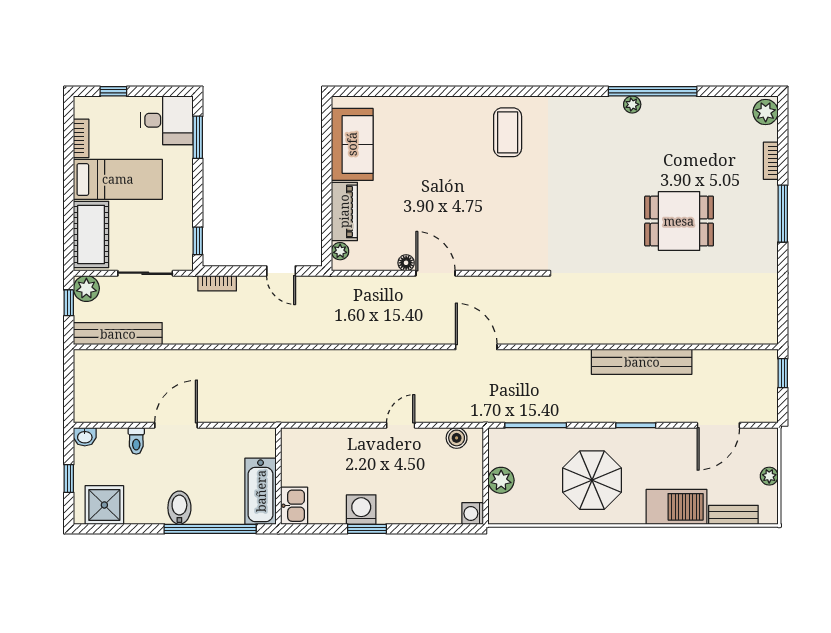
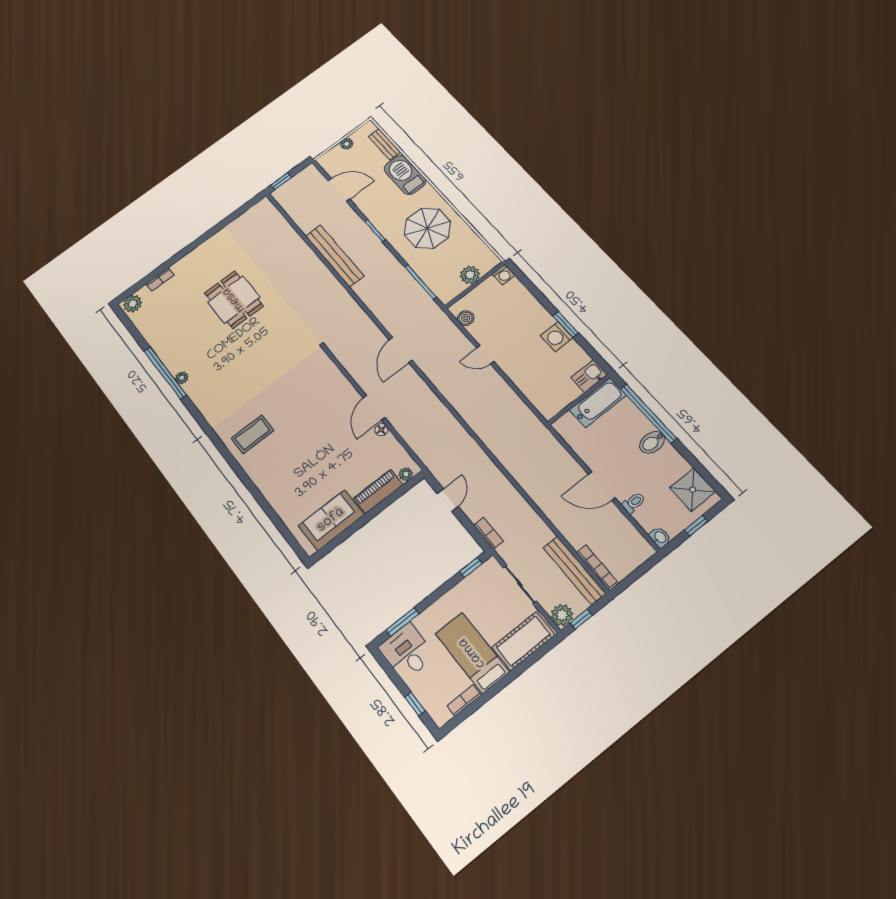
window: (783, 214) -> (187, 250), removed
bookcase: (104, 357) -> (597, 567), added

